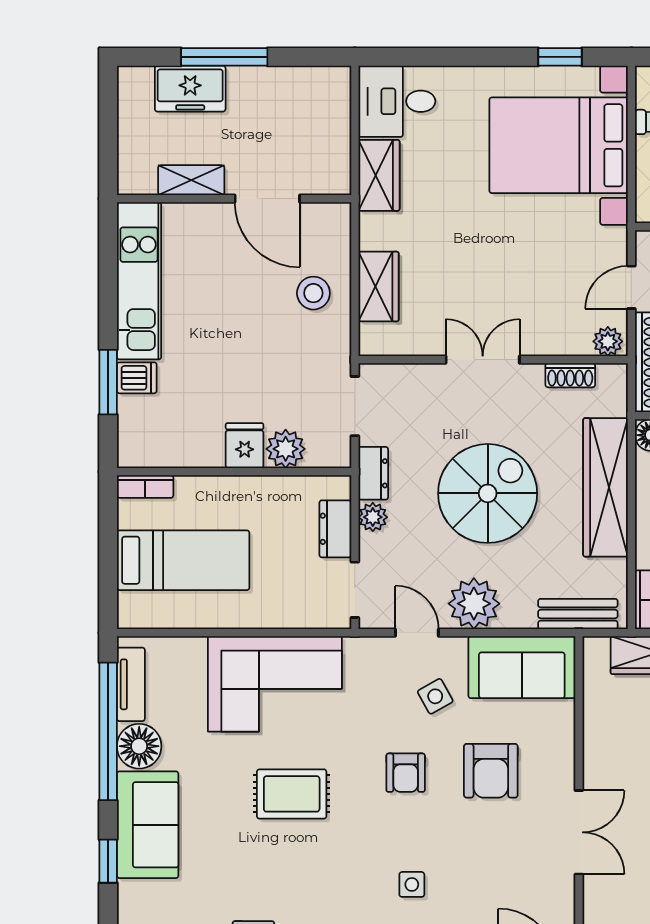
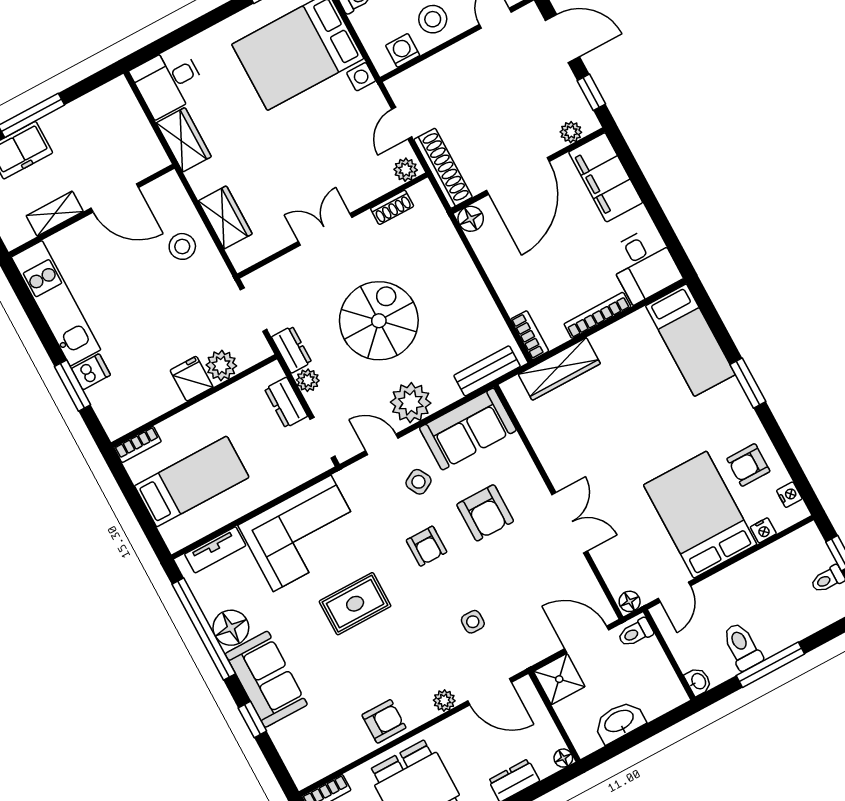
wardrobe: (605, 487) -> (459, 272), removed
tv unit: (131, 684) -> (215, 550), moved, turned 90

